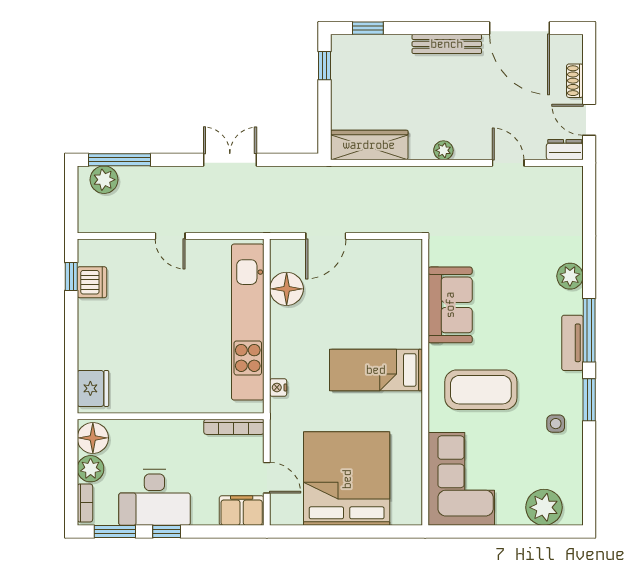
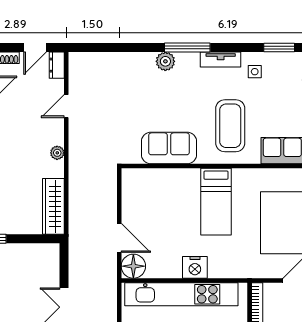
plant: (570, 276) -> (165, 61), moved
floor lamp: (287, 289) -> (133, 266), moved
tv unit: (572, 343) -> (221, 60), moved
nightstand: (278, 387) -> (195, 267), moved, width x1.89, depth x1.79
window: (589, 400) -> (279, 47), moved

